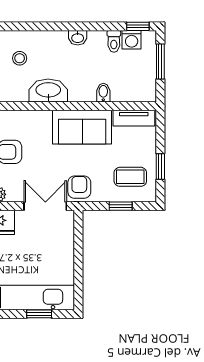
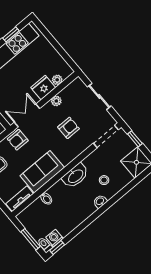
washbasin: (78, 38) -> (100, 201), moved
toilet: (114, 41) -> (45, 245), moved
armchair: (79, 187) -> (18, 140), turned 90
double door: (45, 206) -> (27, 115), swing flipped

